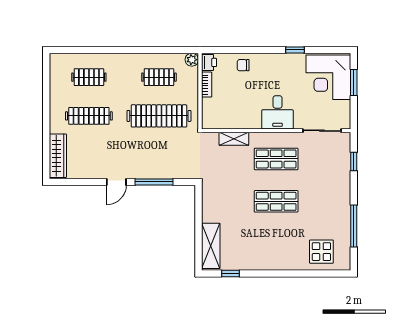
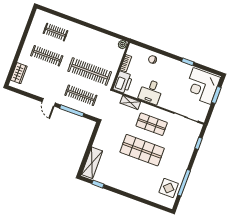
printer: (209, 62) -> (123, 82), moved, width x1.87, depth x1.48
clothes rail: (159, 77) -> (81, 95), moved, width x1.36
desk: (278, 112) -> (151, 92), moved
wardrobe: (58, 156) -> (19, 73), width x0.67
door: (116, 182) -> (49, 102), hinge flipped
shop shelf: (276, 201) -> (142, 150), width x1.43, depth x1.36
display table: (321, 252) -> (169, 188), moved

